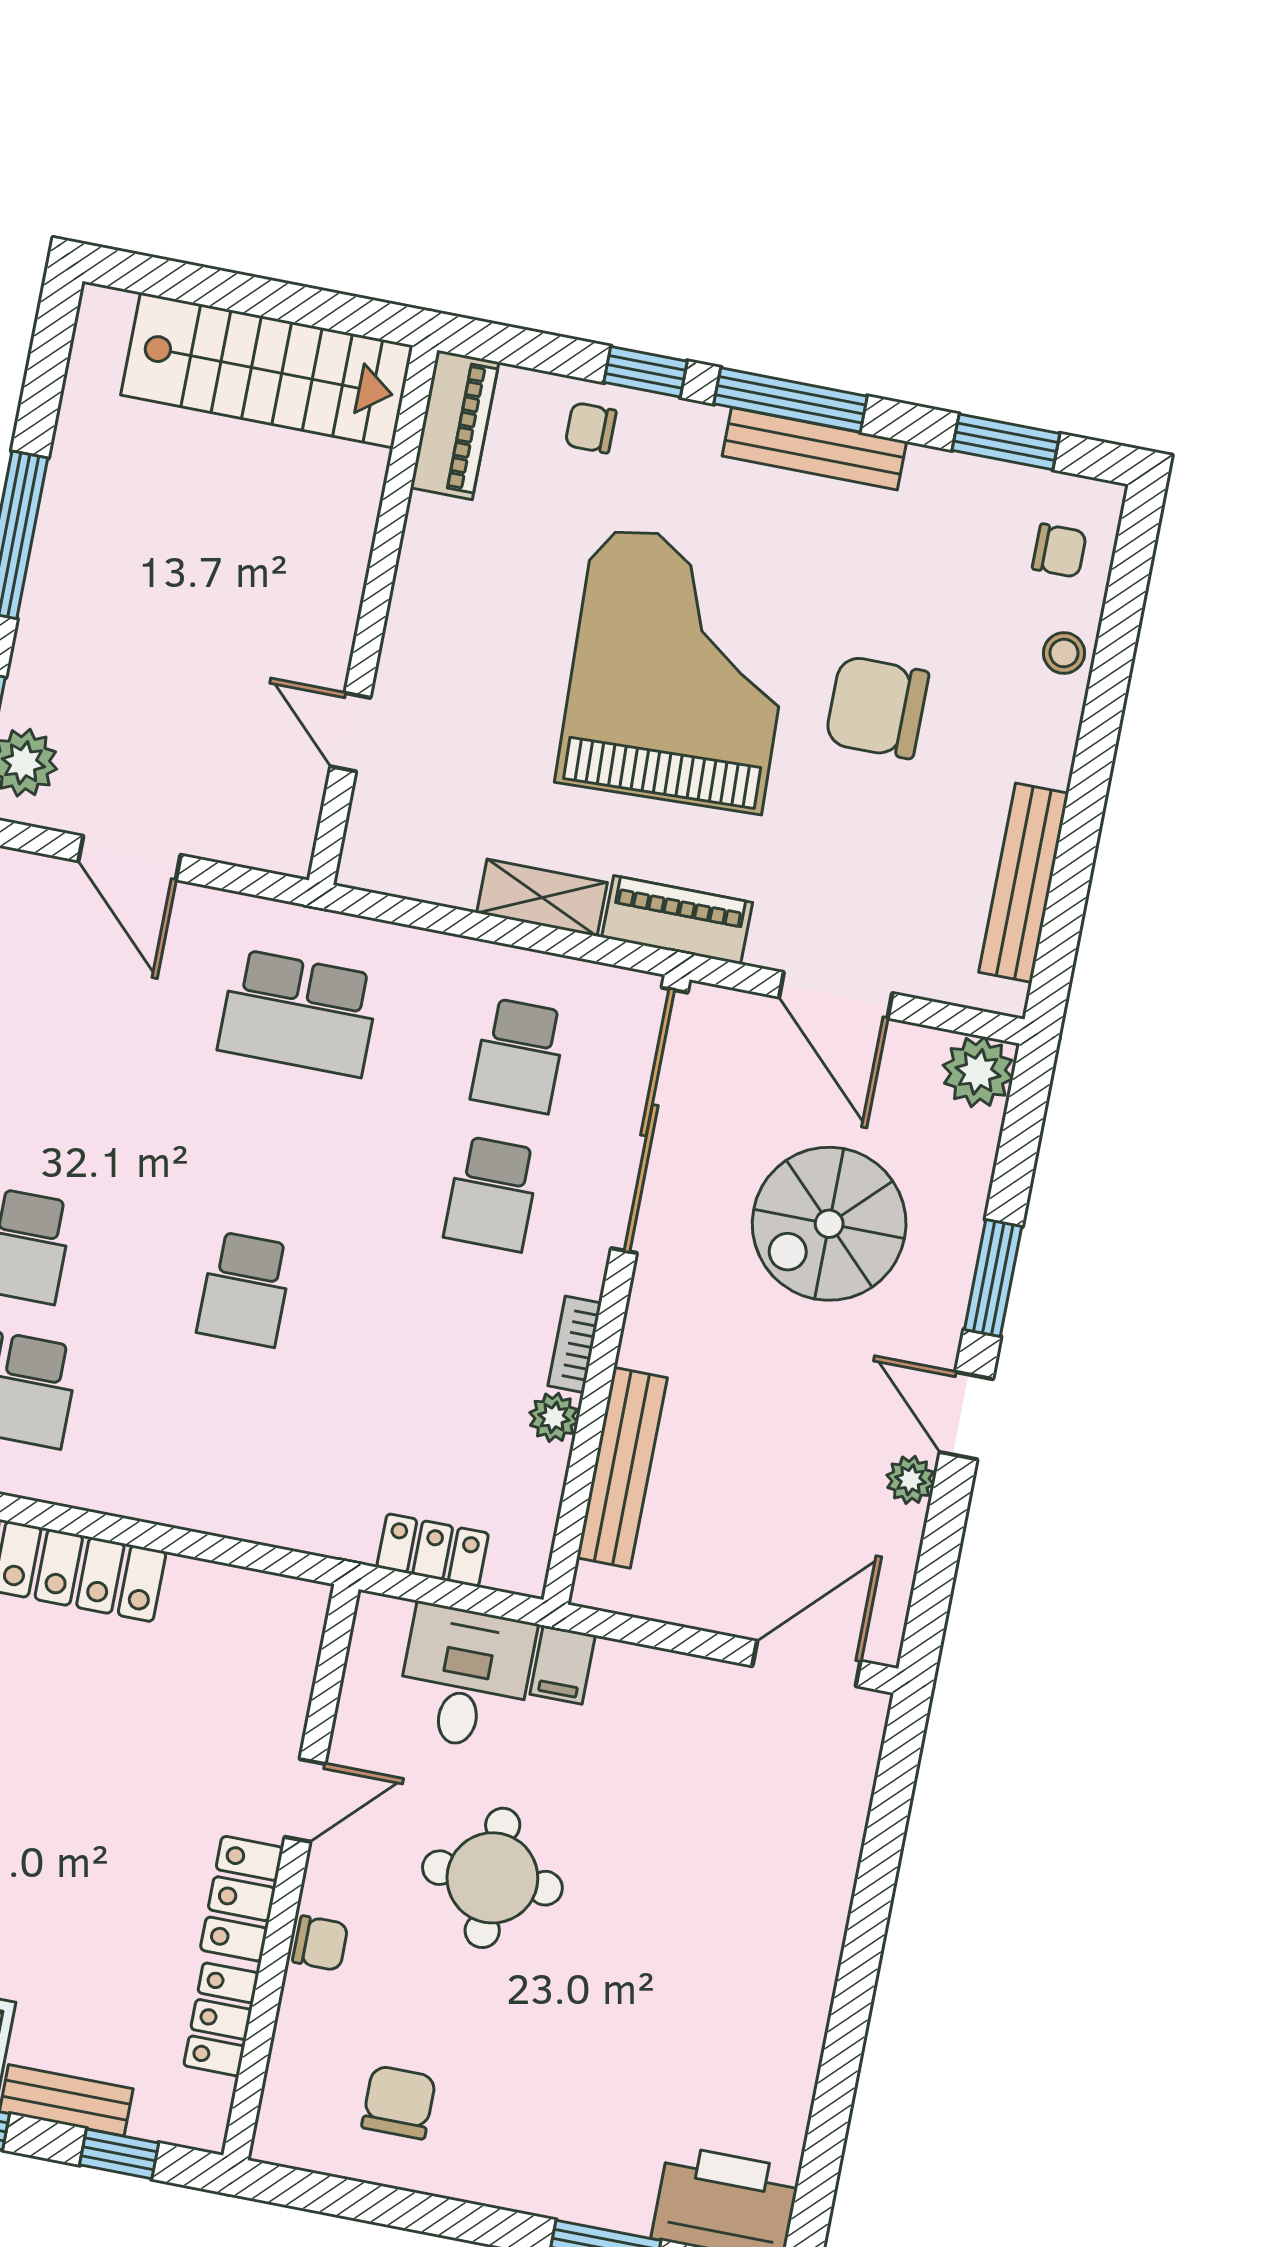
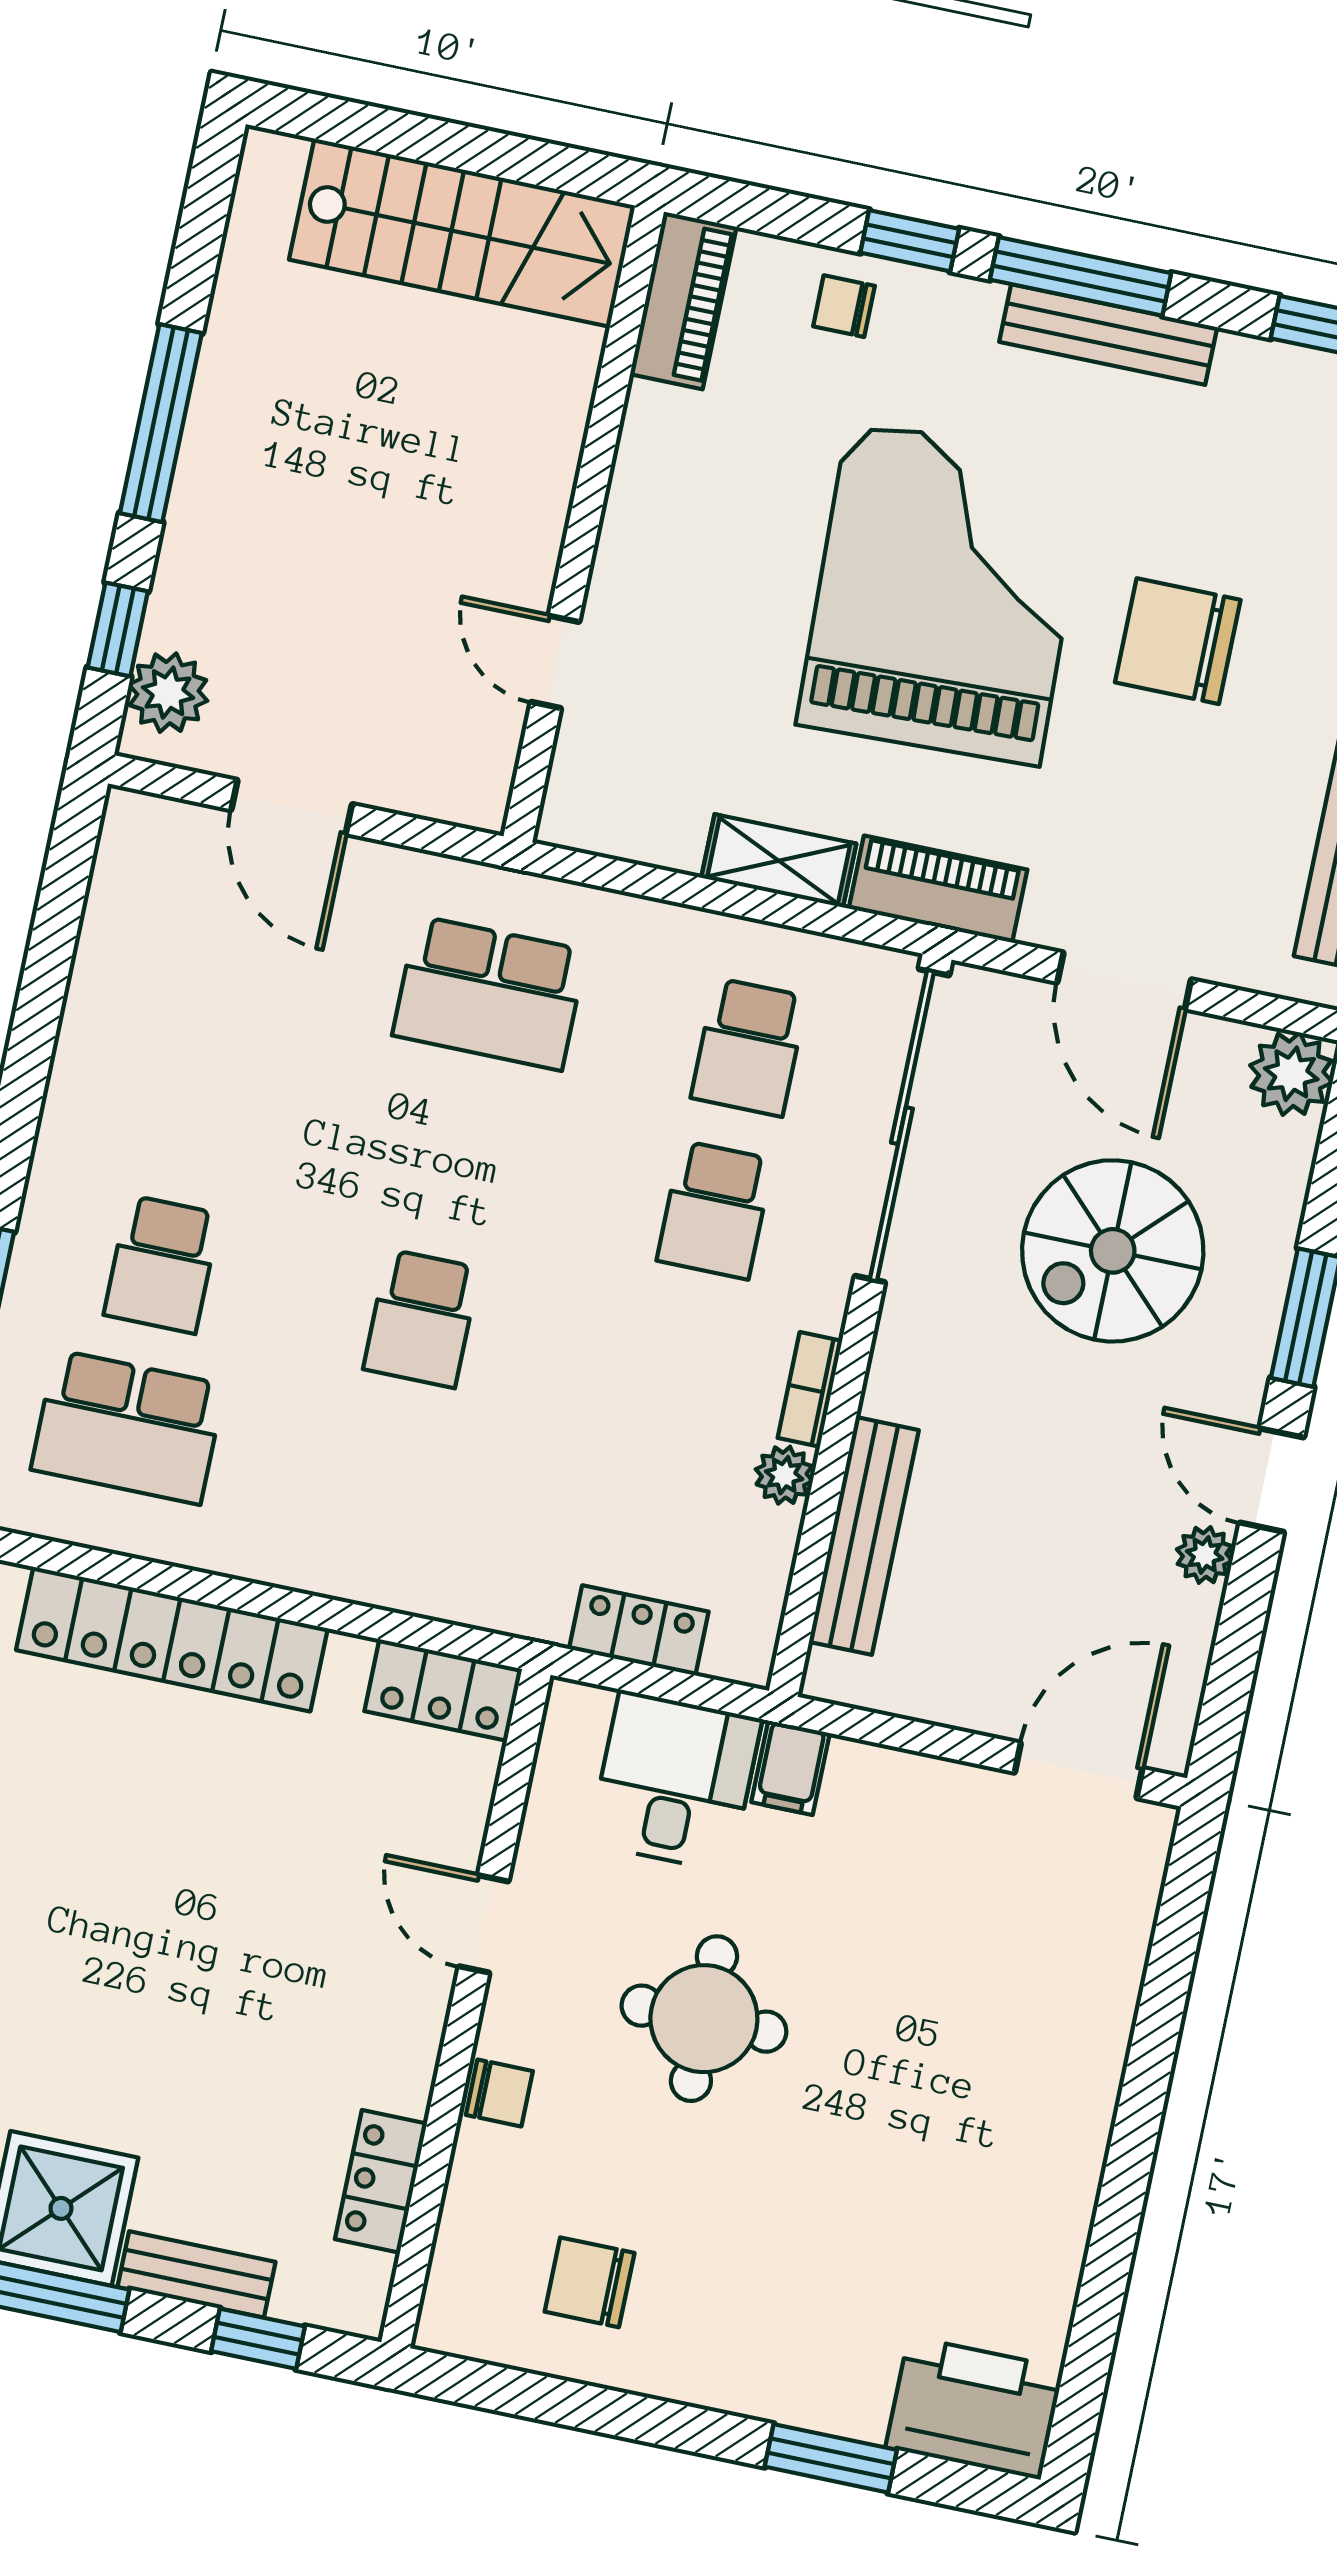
door: (305, 1800) -> (484, 1924), swing flipped
locker: (242, 1899) -> (443, 1690), moved, turned -90
chair: (399, 2102) -> (590, 2282), turned -90

